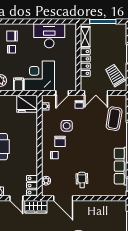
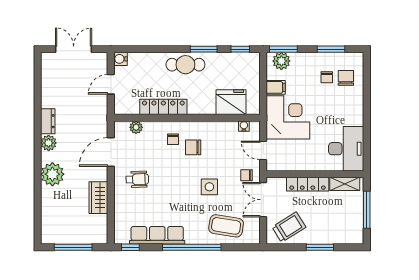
desk: (49, 36) -> (346, 149), moved
fridge: (27, 104) -> (231, 102), moved, turned 90
side table: (67, 126) -> (209, 187), moved
locker: (32, 185) -> (163, 107), moved, width x1.53
wardrobe: (36, 207) -> (98, 198), moved

